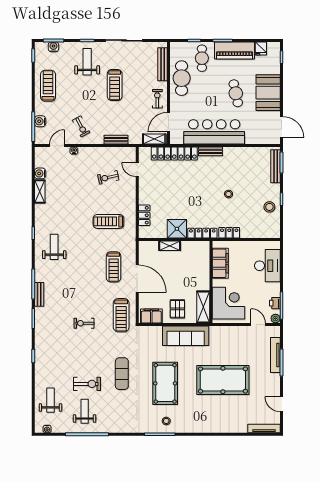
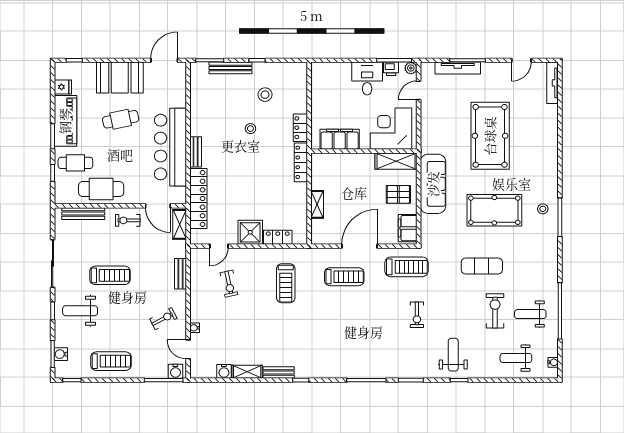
treadmill: (48, 86) -> (111, 361), turned 180
water cooler: (40, 121) -> (175, 371), moved
bench: (276, 166) -> (230, 68), moved
stool: (269, 207) -> (265, 95), moved
shower: (177, 229) -> (250, 232), moved
weight bench: (54, 247) -> (453, 355), moved, turned 90
desk: (267, 266) -> (367, 78), moved, width x0.73
bench: (39, 294) -> (279, 373), moved

